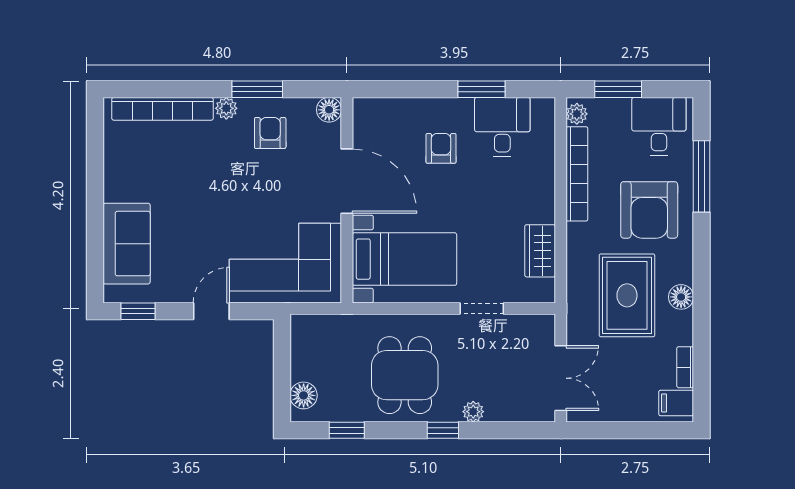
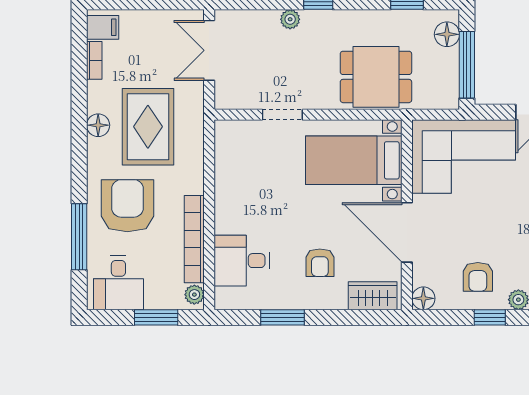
window: (257, 89) -> (490, 317), width x0.67
desk: (502, 127) -> (242, 261), moved, turned 90
wardrobe: (540, 251) -> (373, 296), moved, turned -90
window: (282, 363) -> (467, 65), added
dining table: (405, 375) -> (376, 77), moved, turned 90

